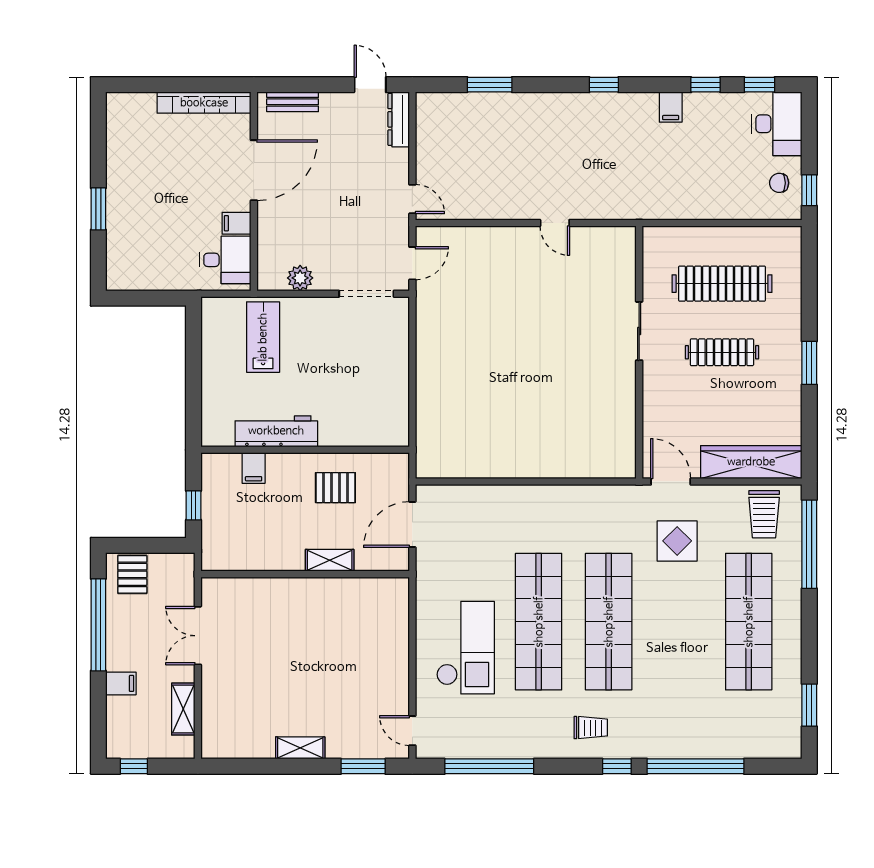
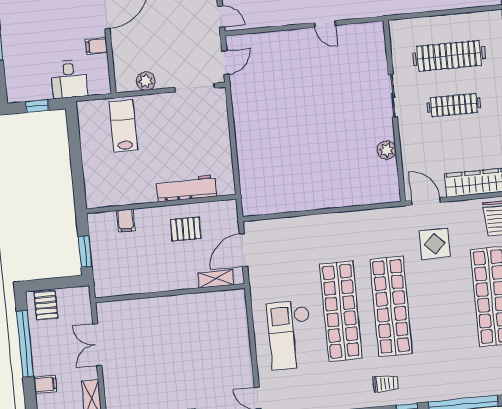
desk: (225, 260) -> (69, 79), moved, turned 90
window: (147, 298) -> (37, 106), added
plant: (623, 405) -> (387, 150), added
workbench: (276, 431) -> (187, 188), moved
window: (193, 505) -> (85, 252), width x1.50
shelving: (330, 560) -> (216, 279), moved
checkout: (465, 648) -> (290, 335), turned 180

